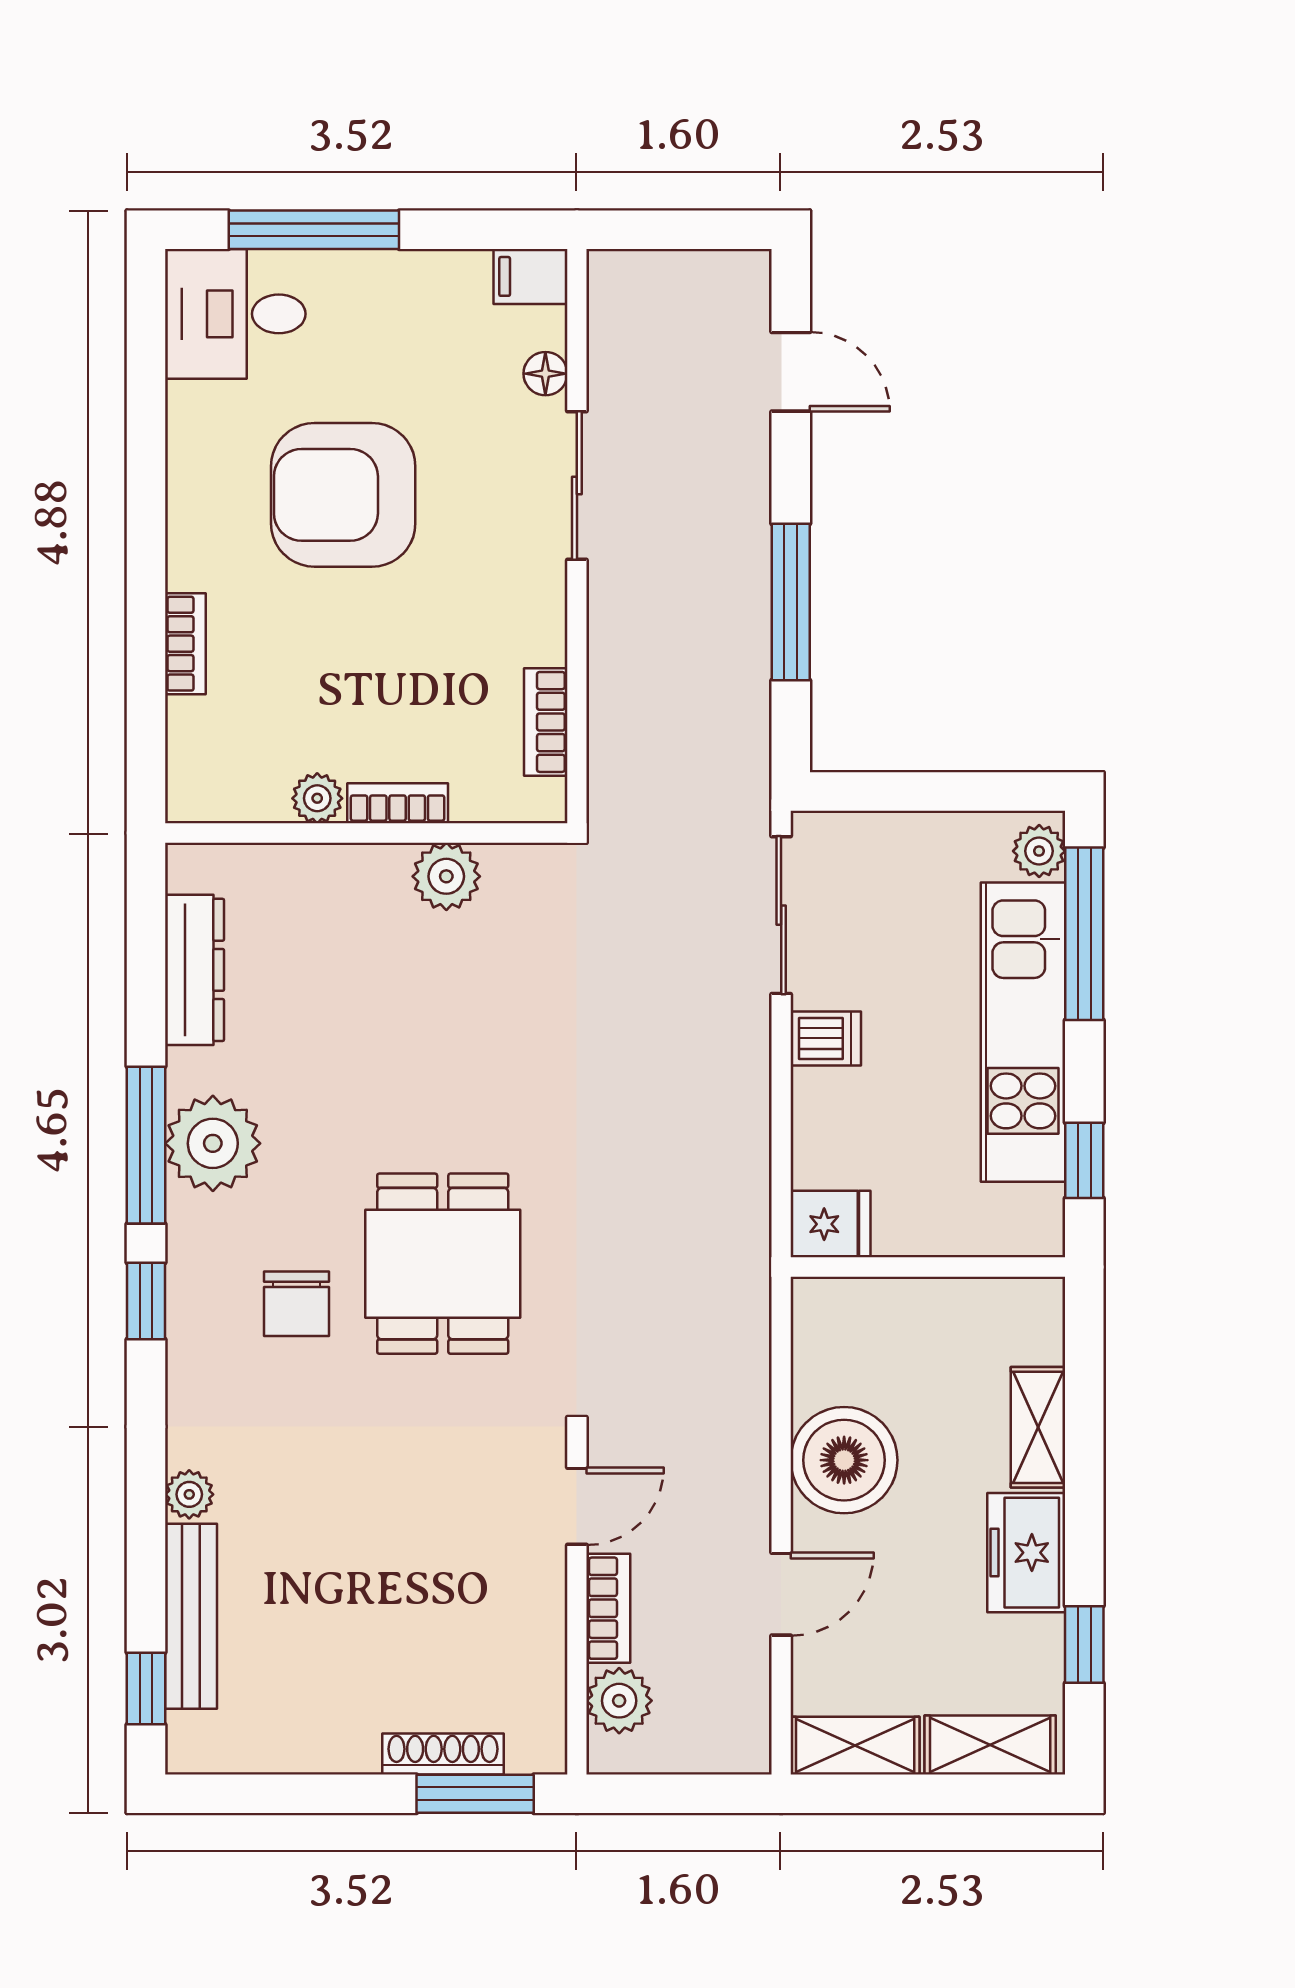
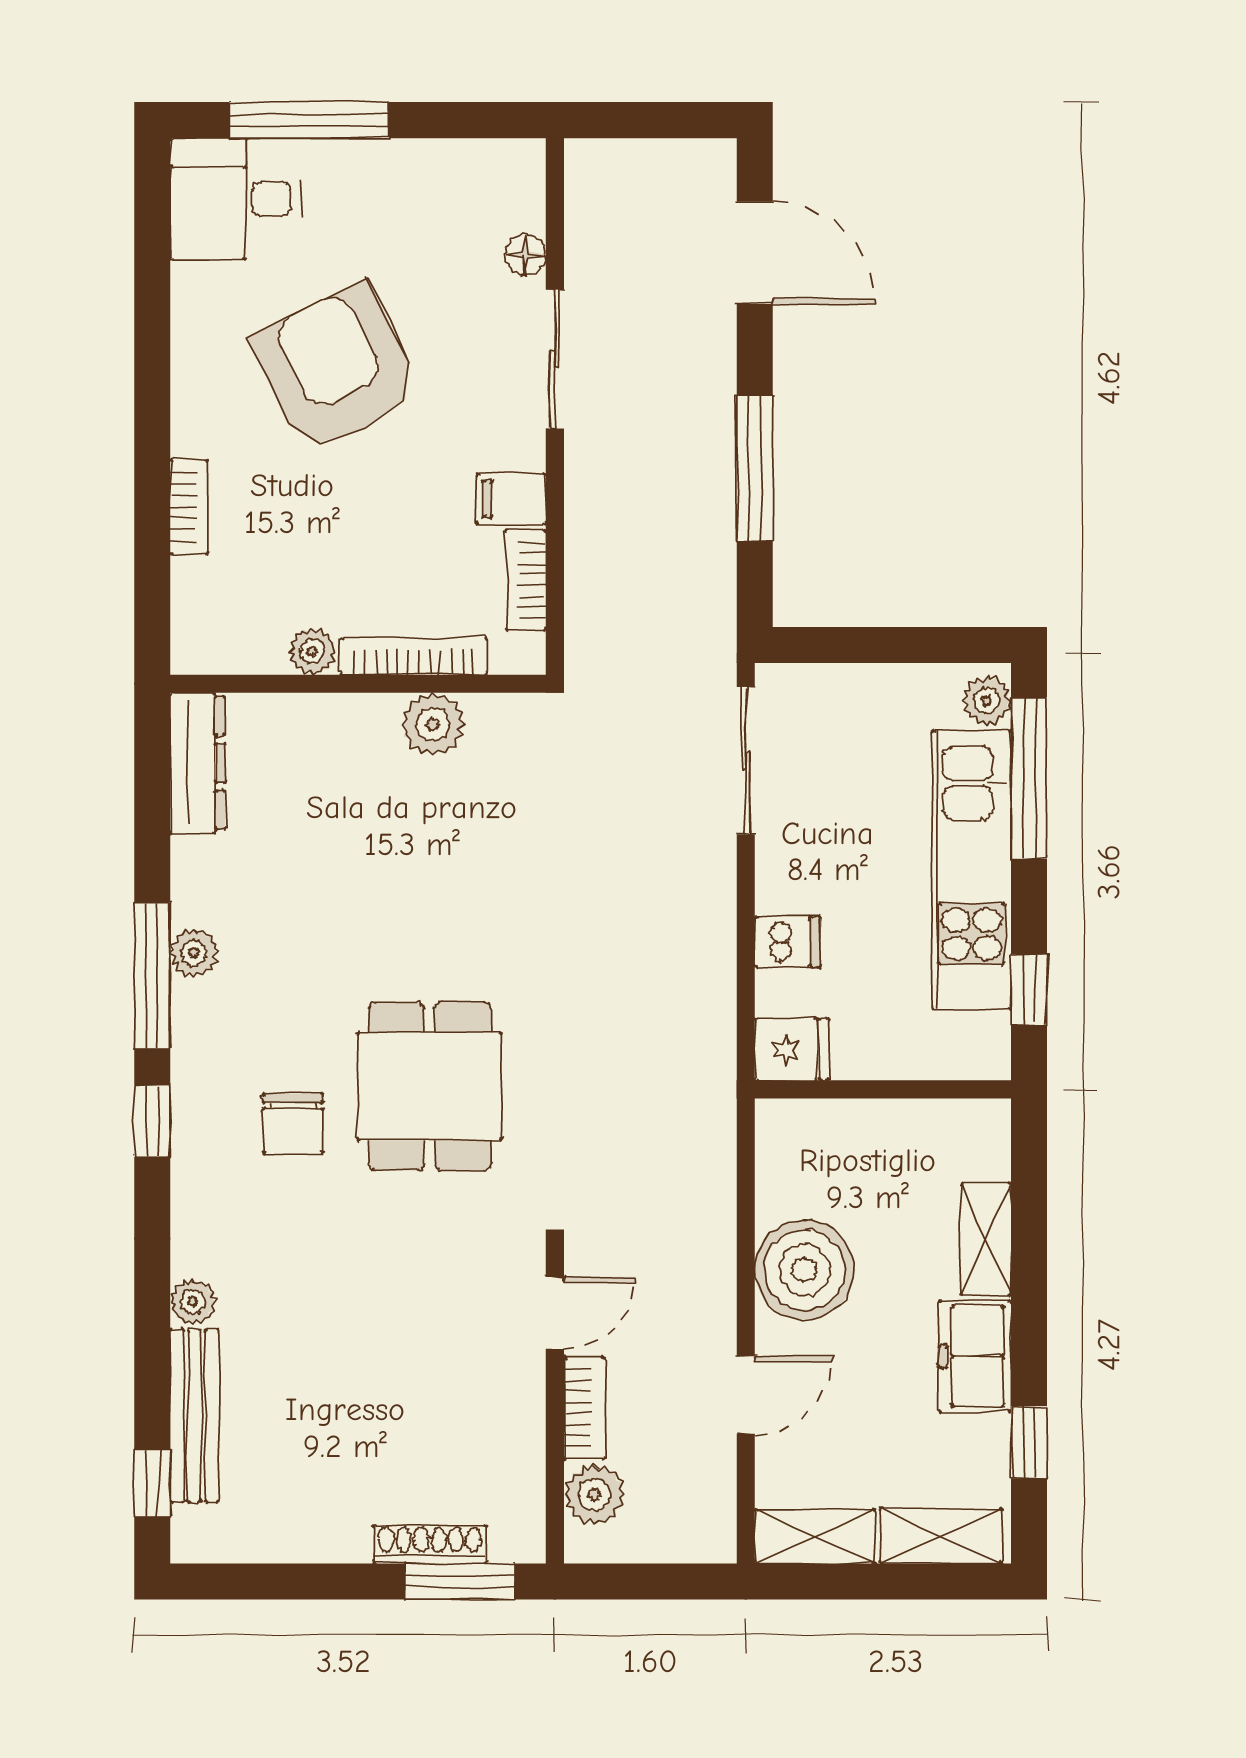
filing cabinet: (530, 276) -> (511, 499), moved
door: (791, 372) -> (755, 253), width x1.37
armchair: (343, 495) -> (337, 368), turned 64
bookcase: (398, 803) -> (414, 656), width x1.56
dresser: (195, 970) -> (198, 763), moved
dishwasher: (826, 1038) -> (787, 942), moved
plant: (213, 1143) -> (194, 953), width x0.53, depth x0.53

